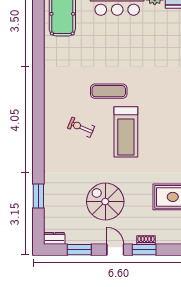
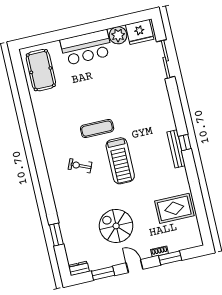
window: (144, 250) -> (170, 258), moved

